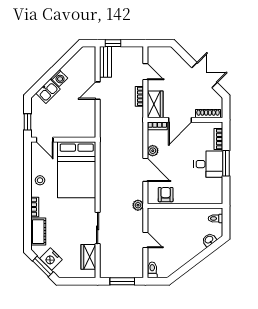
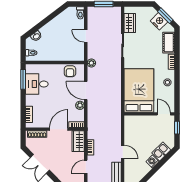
door: (145, 72) -> (86, 167), hinge flipped
door: (98, 91) -> (123, 152), hinge flipped
window: (226, 163) -> (23, 79), moved
desk: (208, 164) -> (37, 84), moved

